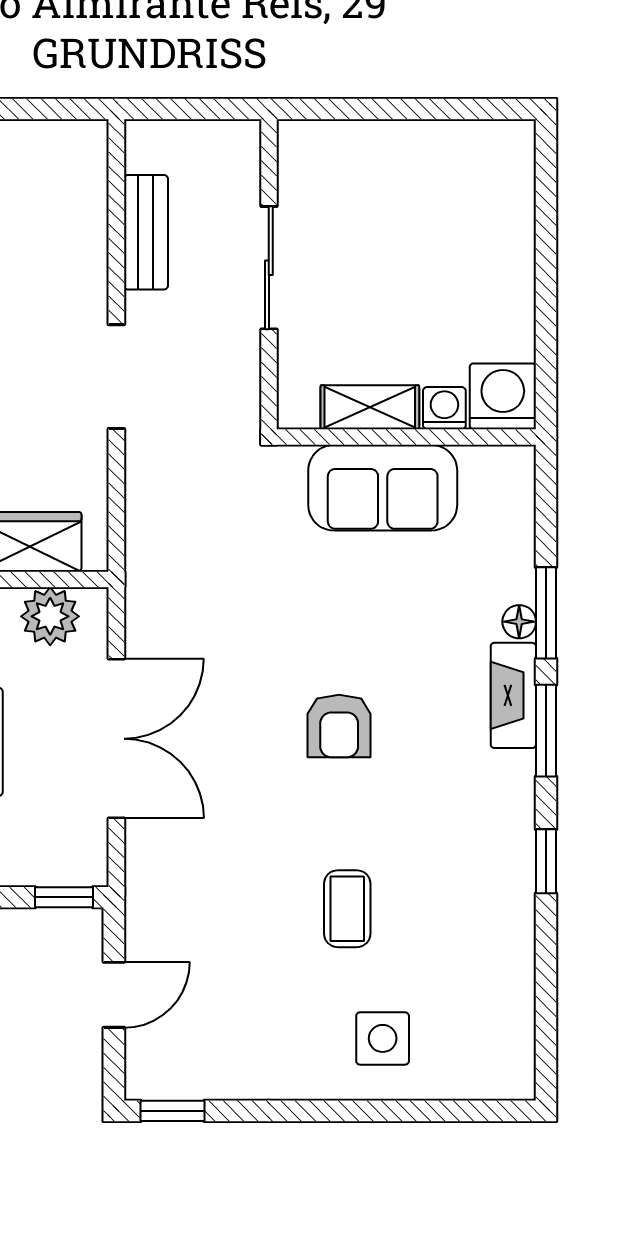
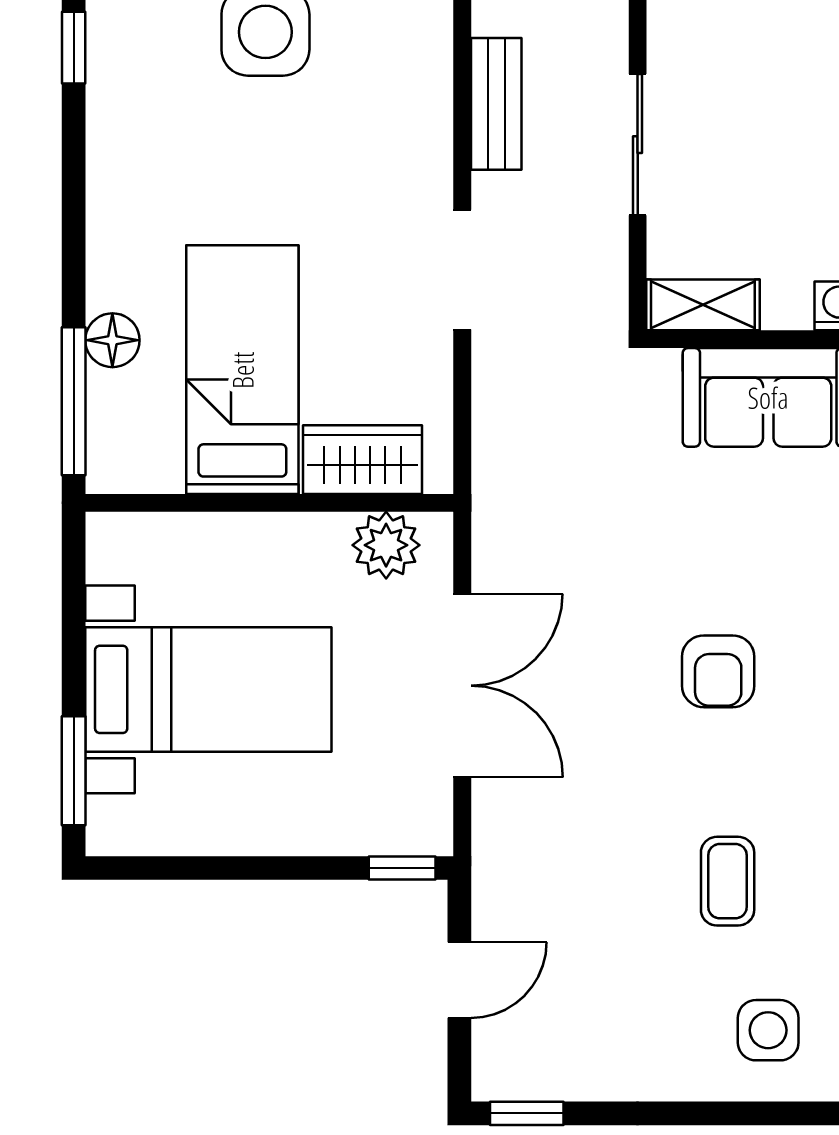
shelving: (370, 407) -> (703, 305), moved

